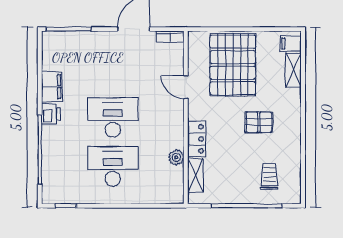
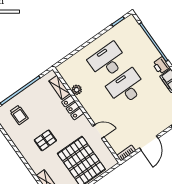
desk: (113, 117) -> (126, 87), turned 180
desk: (113, 166) -> (108, 61), turned 180

